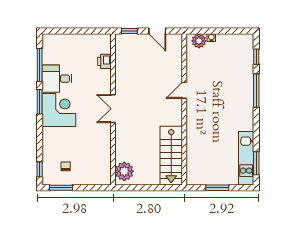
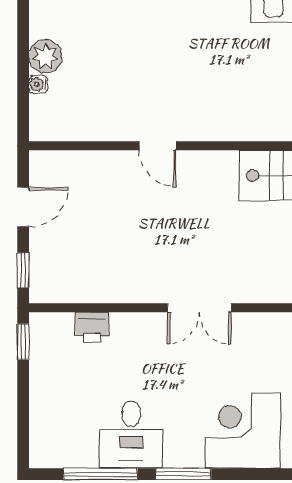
window: (98, 31) -> (23, 342), added
plant: (199, 41) -> (45, 56), moved
corner desk: (59, 110) -> (243, 430), moved

